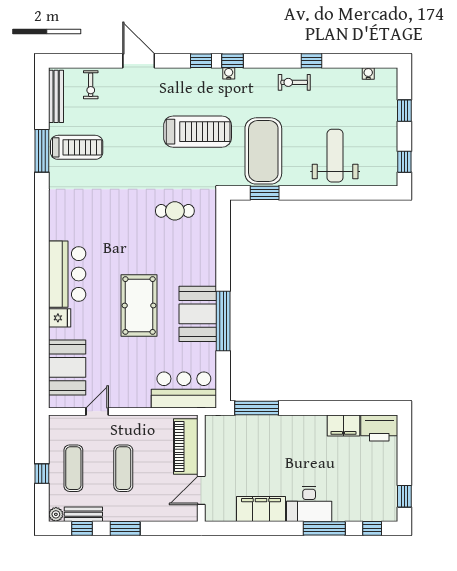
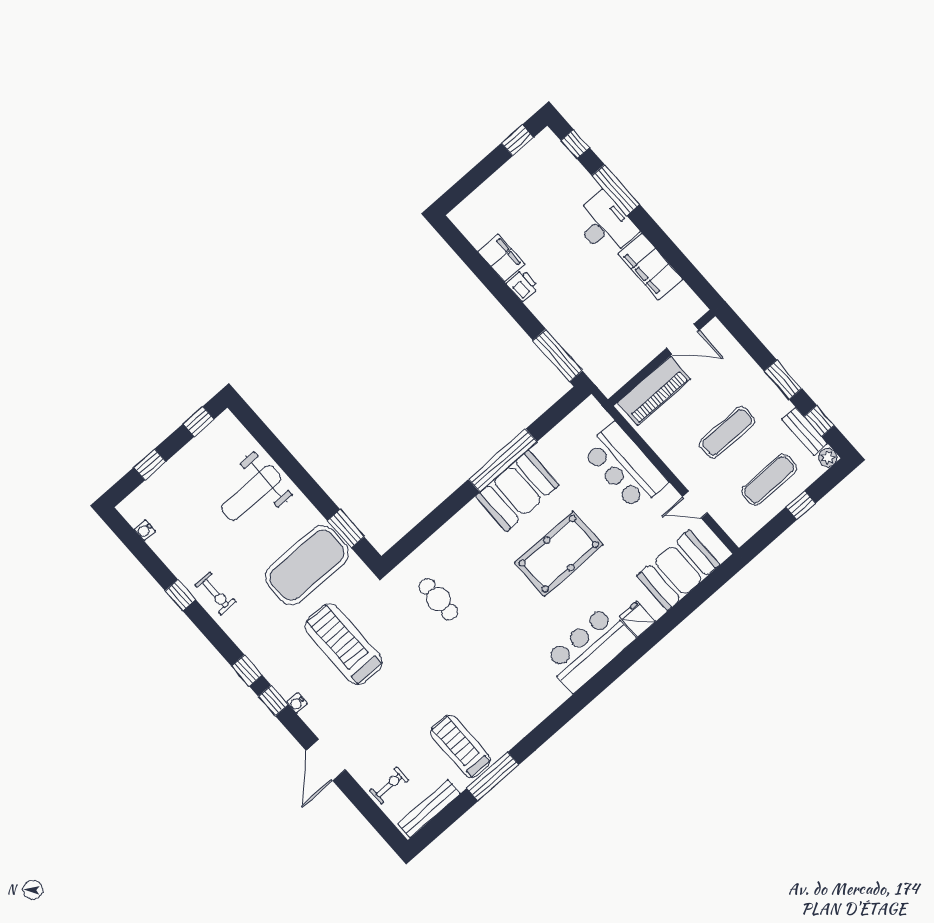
water cooler: (229, 73) -> (297, 703), moved
bar counter: (184, 390) -> (625, 466), moved
printer: (379, 428) -> (523, 285), moved, width x0.53, depth x0.68

